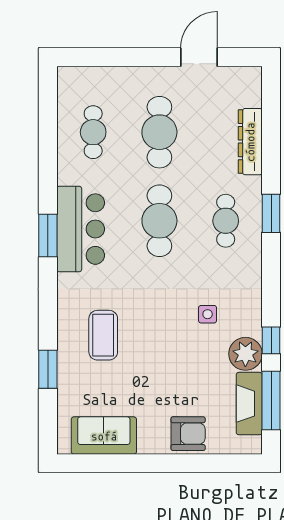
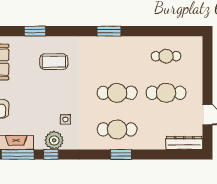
dresser: (250, 142) -> (184, 143), moved
cafe table: (226, 221) -> (117, 129), width x1.37, depth x1.35
bar counter: (81, 229) -> (112, 49), removed
plant: (245, 354) -> (54, 140), moved

